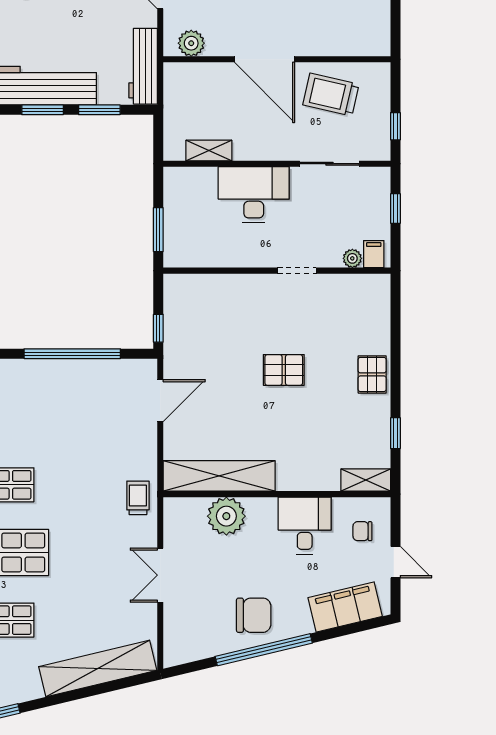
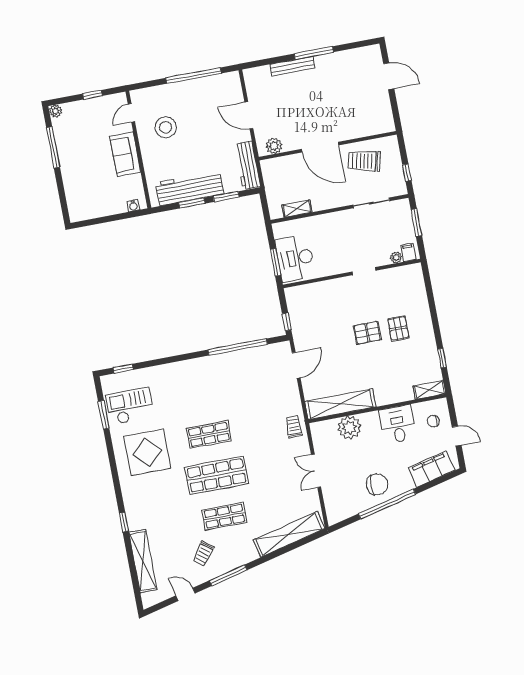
desk: (254, 195) -> (295, 258), moved, turned -90
window: (395, 208) -> (416, 222), width x1.50
pallet: (372, 374) -> (398, 328), moved

